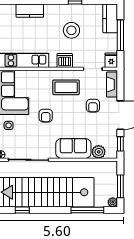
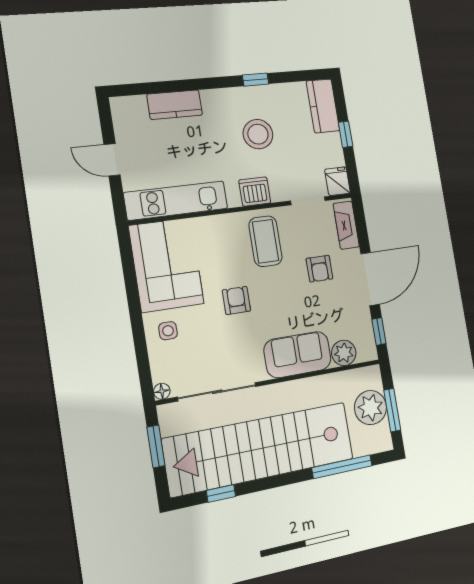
window: (120, 35) -> (346, 134), width x0.46
coffee table: (66, 87) -> (265, 241), turned 90
armchair: (46, 116) -> (236, 300), turned 180
plant: (113, 202) -> (371, 408), moved, width x1.88, depth x1.88

